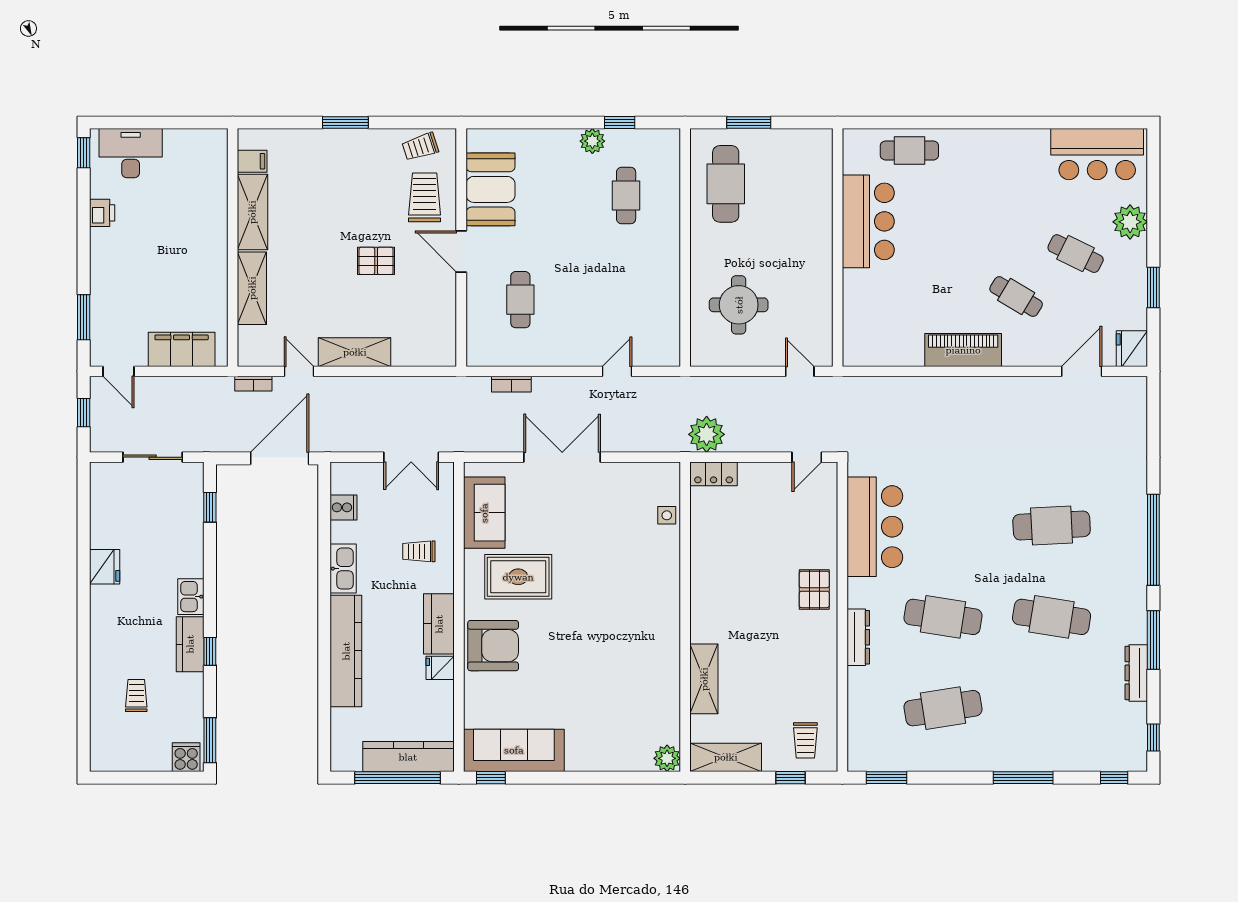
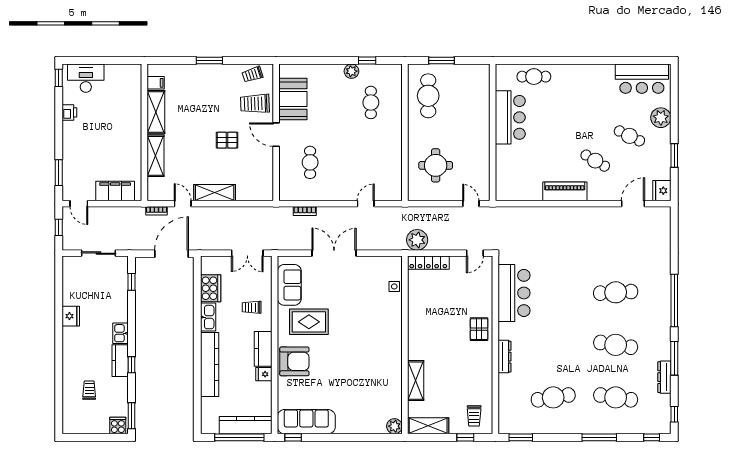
trolley: (425, 197) -> (255, 104), turned -92
locker: (714, 474) -> (428, 263), width x1.53
cooker: (344, 507) -> (211, 288), width x1.87, depth x1.31
cafe table: (943, 617) -> (616, 397), moved

